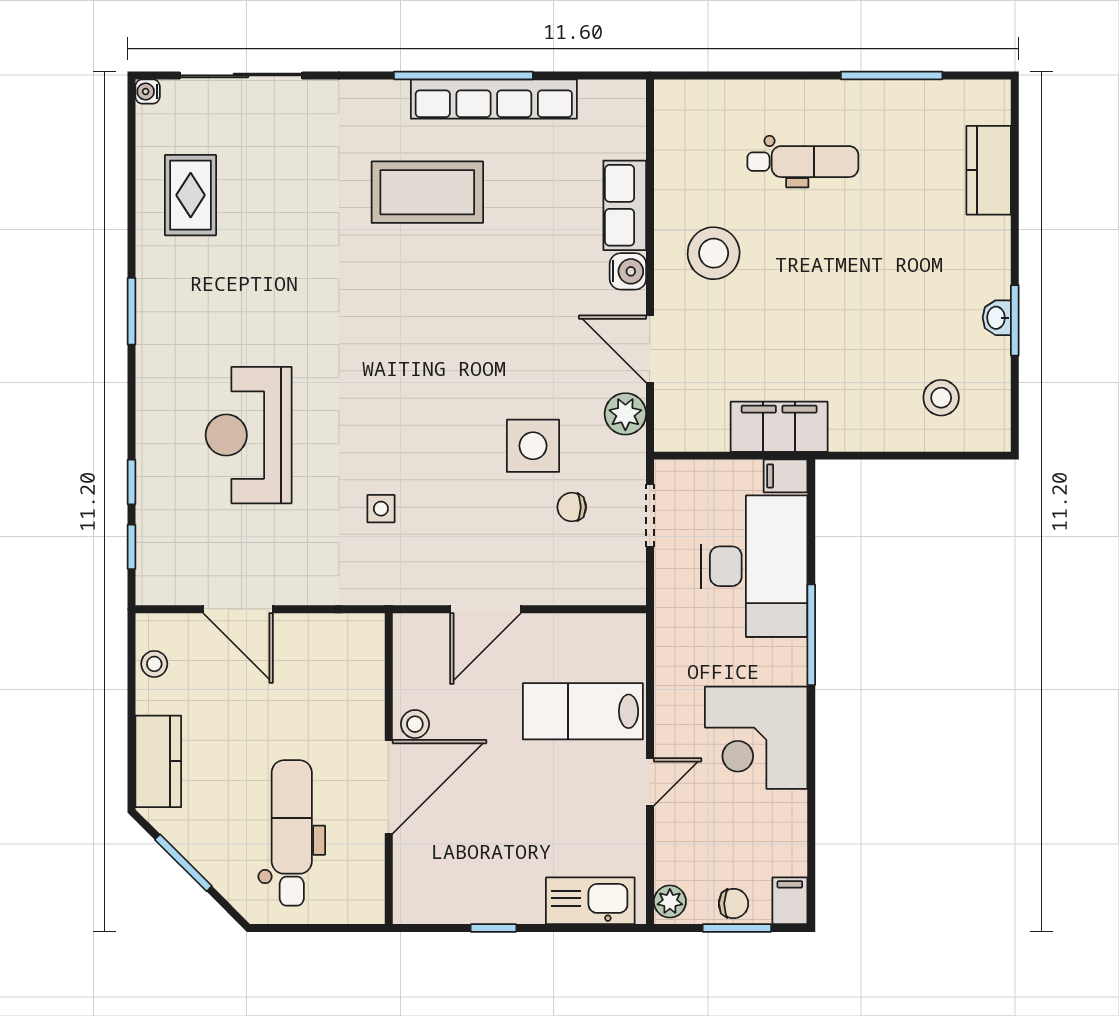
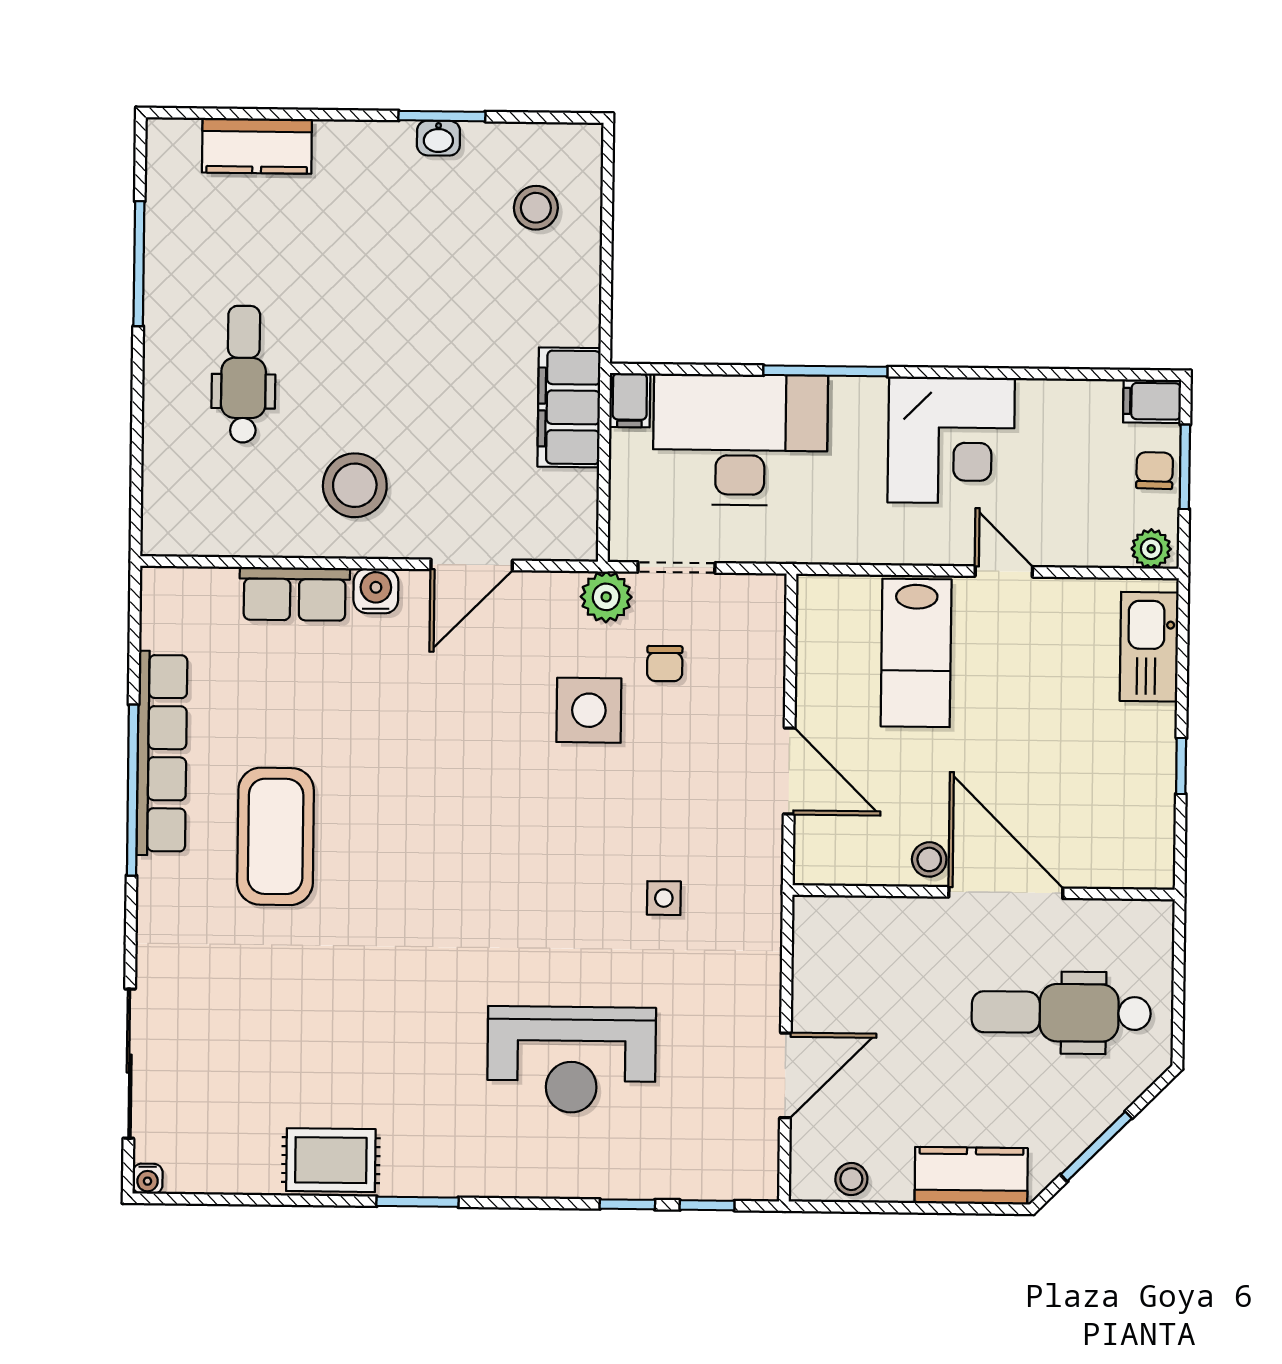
rug: (191, 195) -> (331, 1160), moved
plant: (625, 414) -> (606, 597), moved

